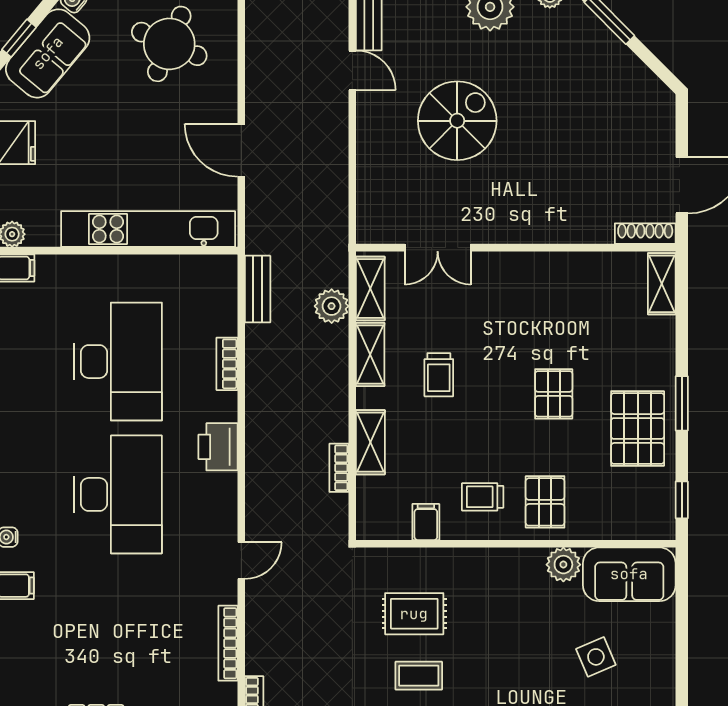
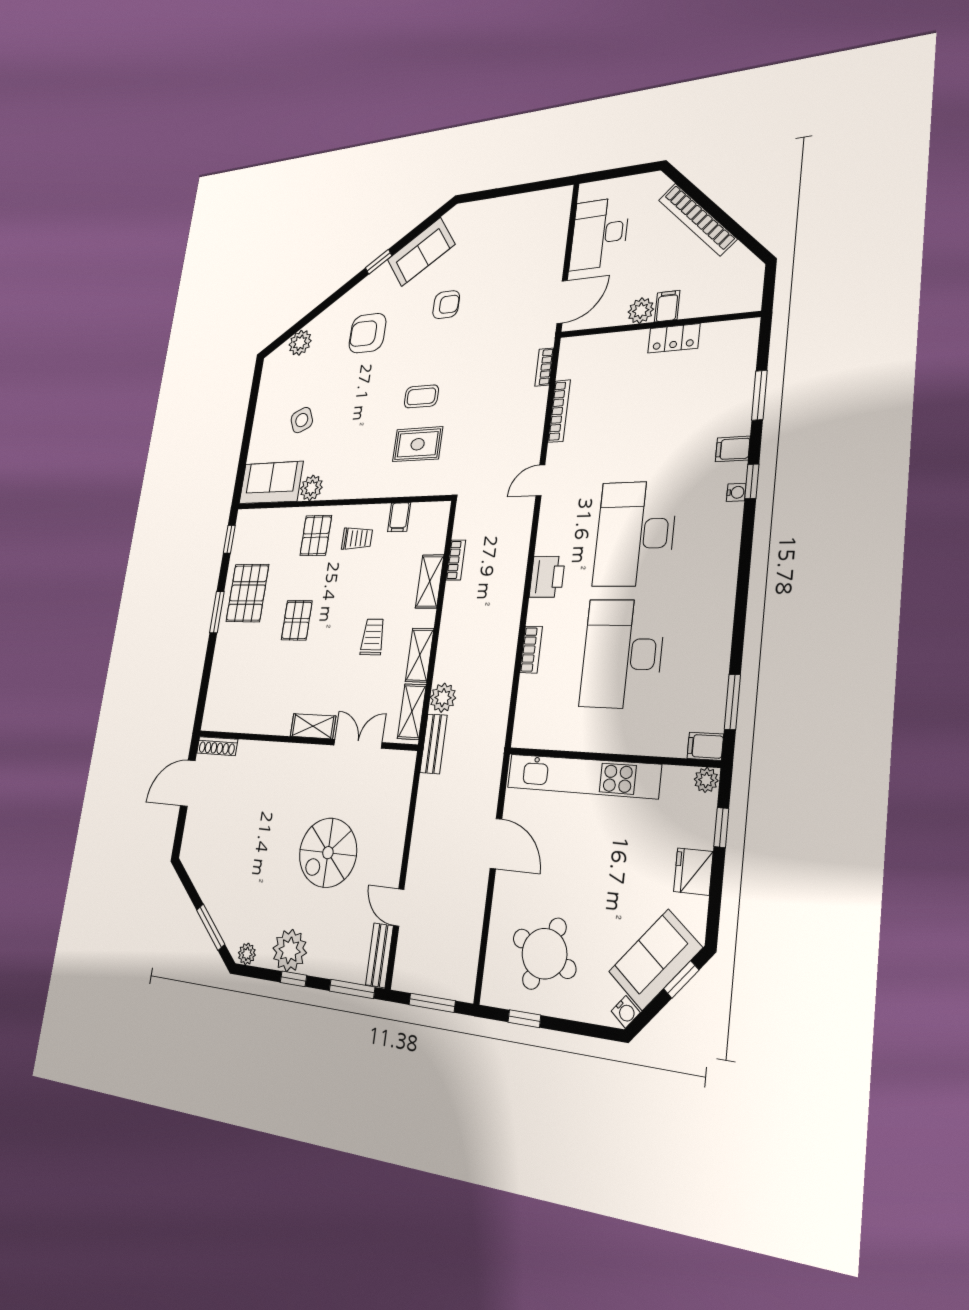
shelving: (662, 284) -> (313, 726), moved, turned 90
bench: (258, 289) -> (433, 744), moved

